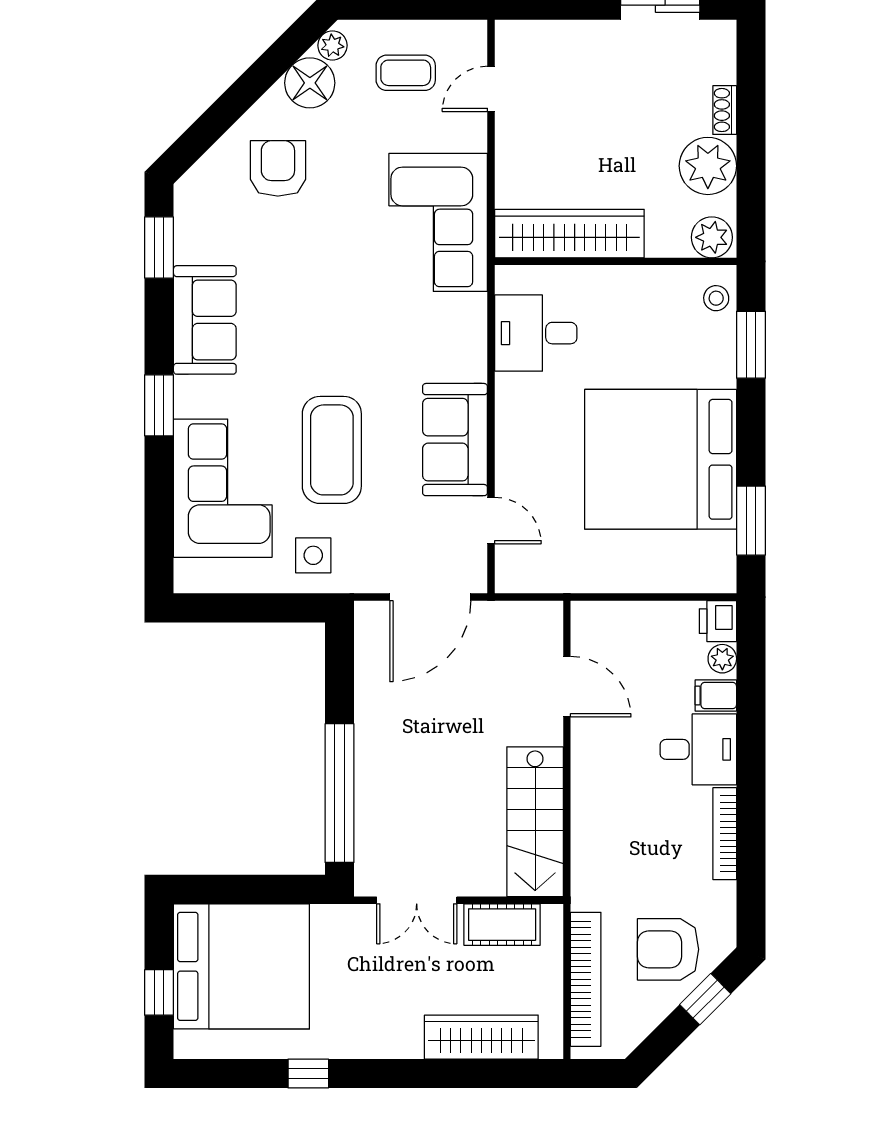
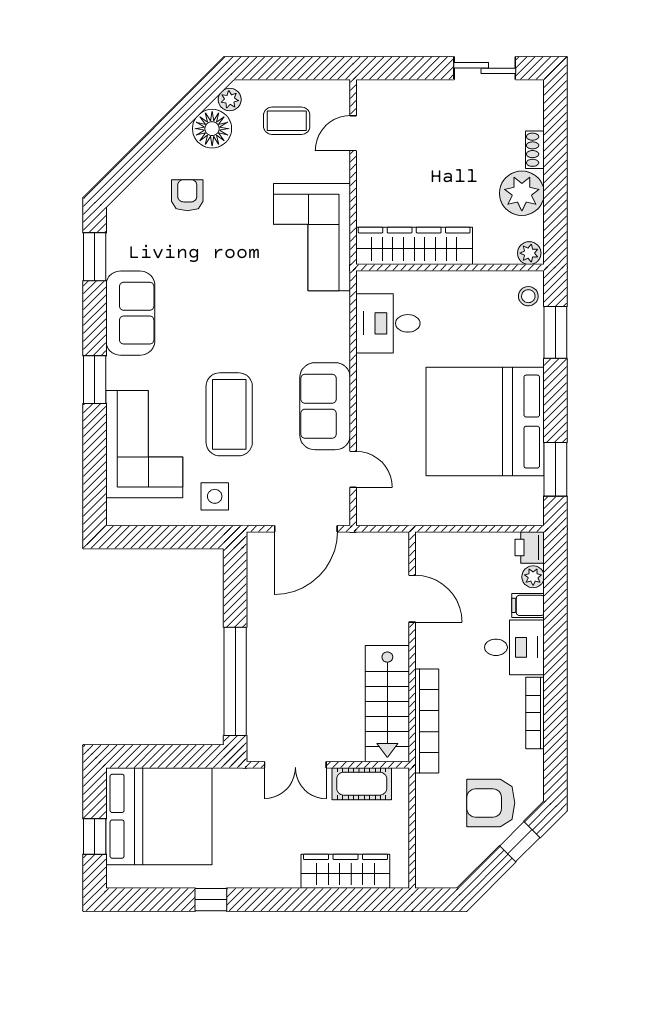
armchair: (278, 168) -> (187, 195), width x0.72, depth x0.72
plant: (712, 237) -> (529, 253), width x0.73, depth x0.73
bookcase: (586, 979) -> (427, 721), moved

